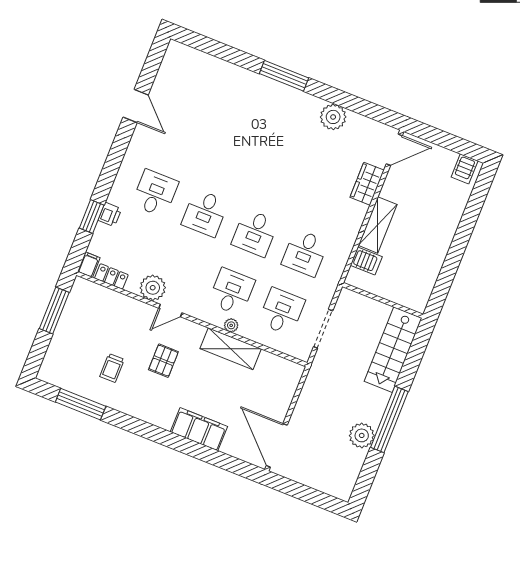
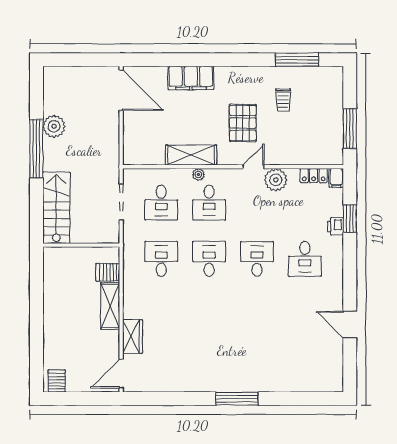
plant: (333, 117) -> (183, 381), removed
pallet: (163, 361) -> (243, 123), width x1.50, depth x1.42
trolley: (112, 368) -> (283, 100), turned 180

